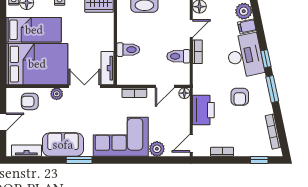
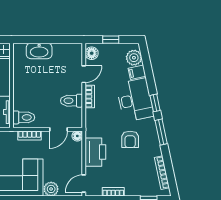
toilet: (128, 50) -> (24, 117), moved

